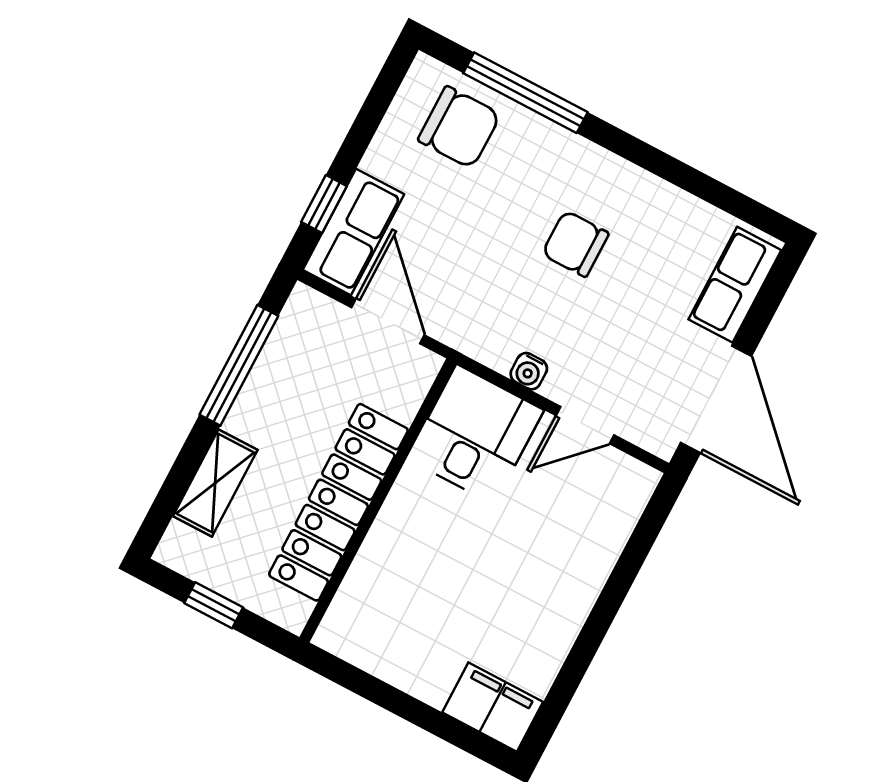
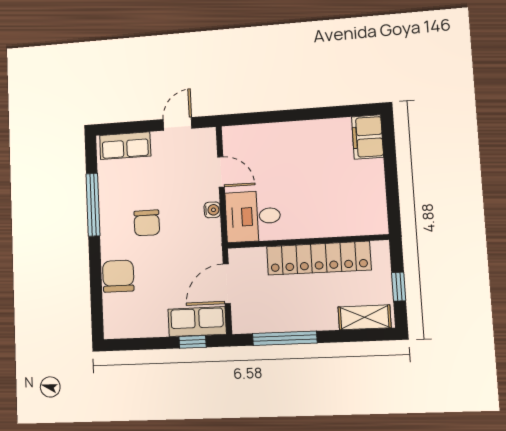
window: (525, 93) -> (93, 205), moved
chair: (459, 127) -> (118, 276), moved
door: (716, 399) -> (177, 124), width x0.53
shelving: (215, 483) -> (364, 317), moved

